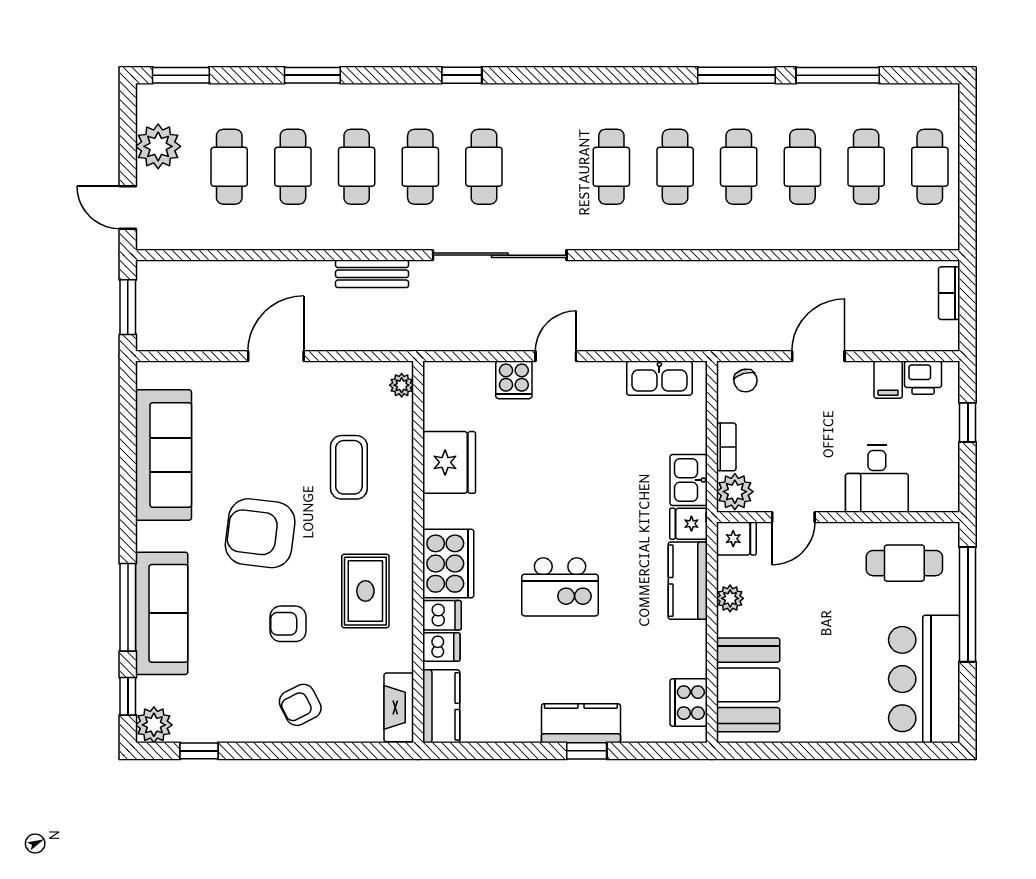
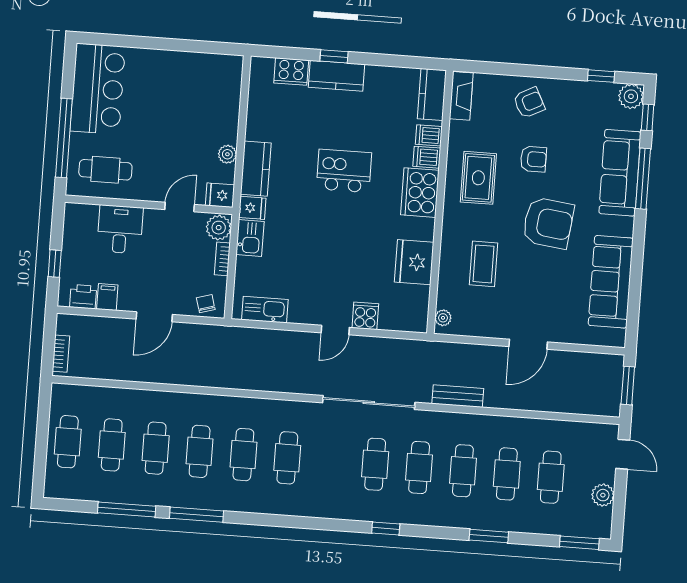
plant: (158, 146) -> (603, 495), width x0.73, depth x0.73
booth: (748, 685) -> (219, 94), removed
cooker: (689, 703) -> (291, 72), moved, turned 90

